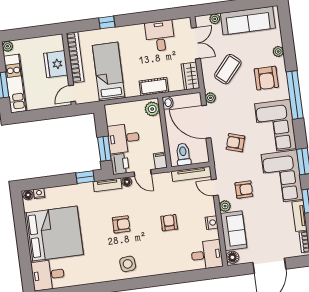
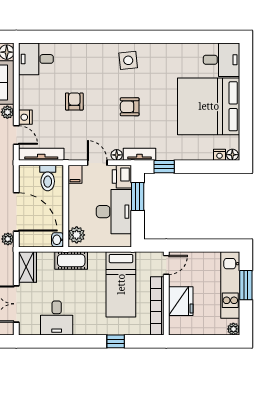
desk: (124, 138) -> (114, 212), width x1.37
armchair: (169, 223) -> (74, 101), turned 180
nightstand: (212, 223) -> (25, 117), moved

